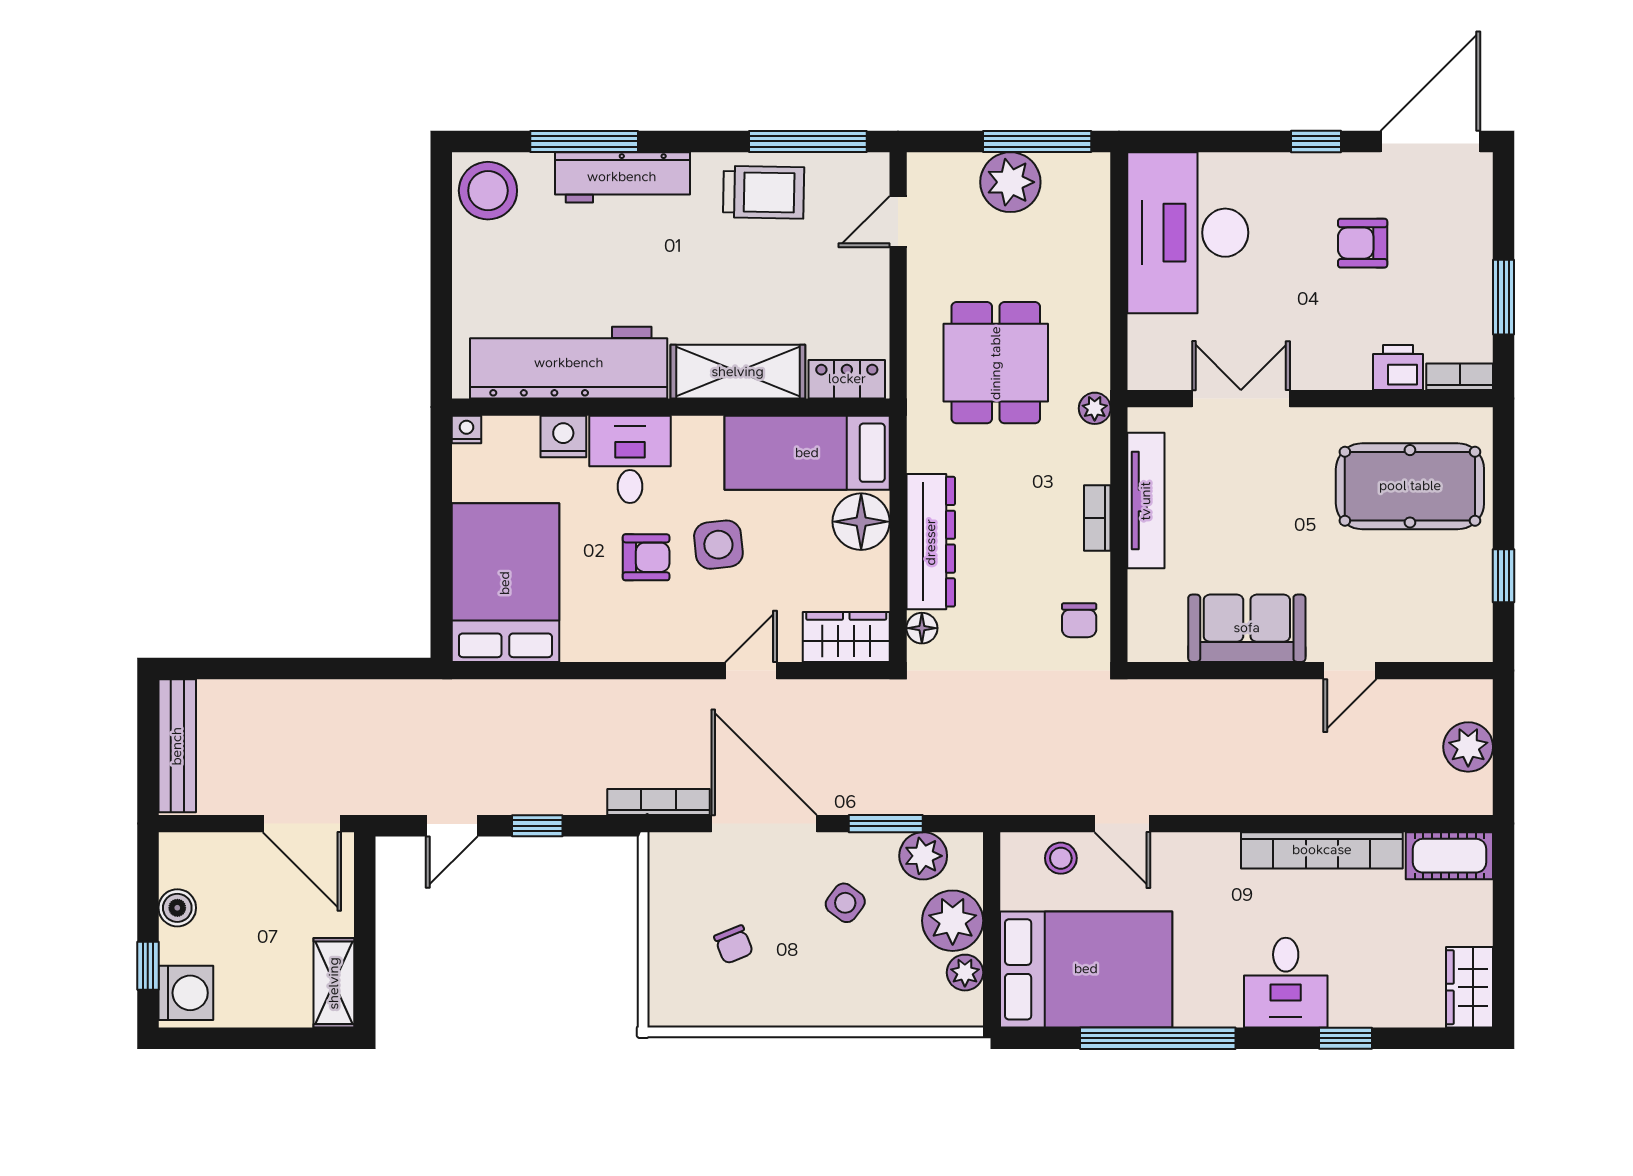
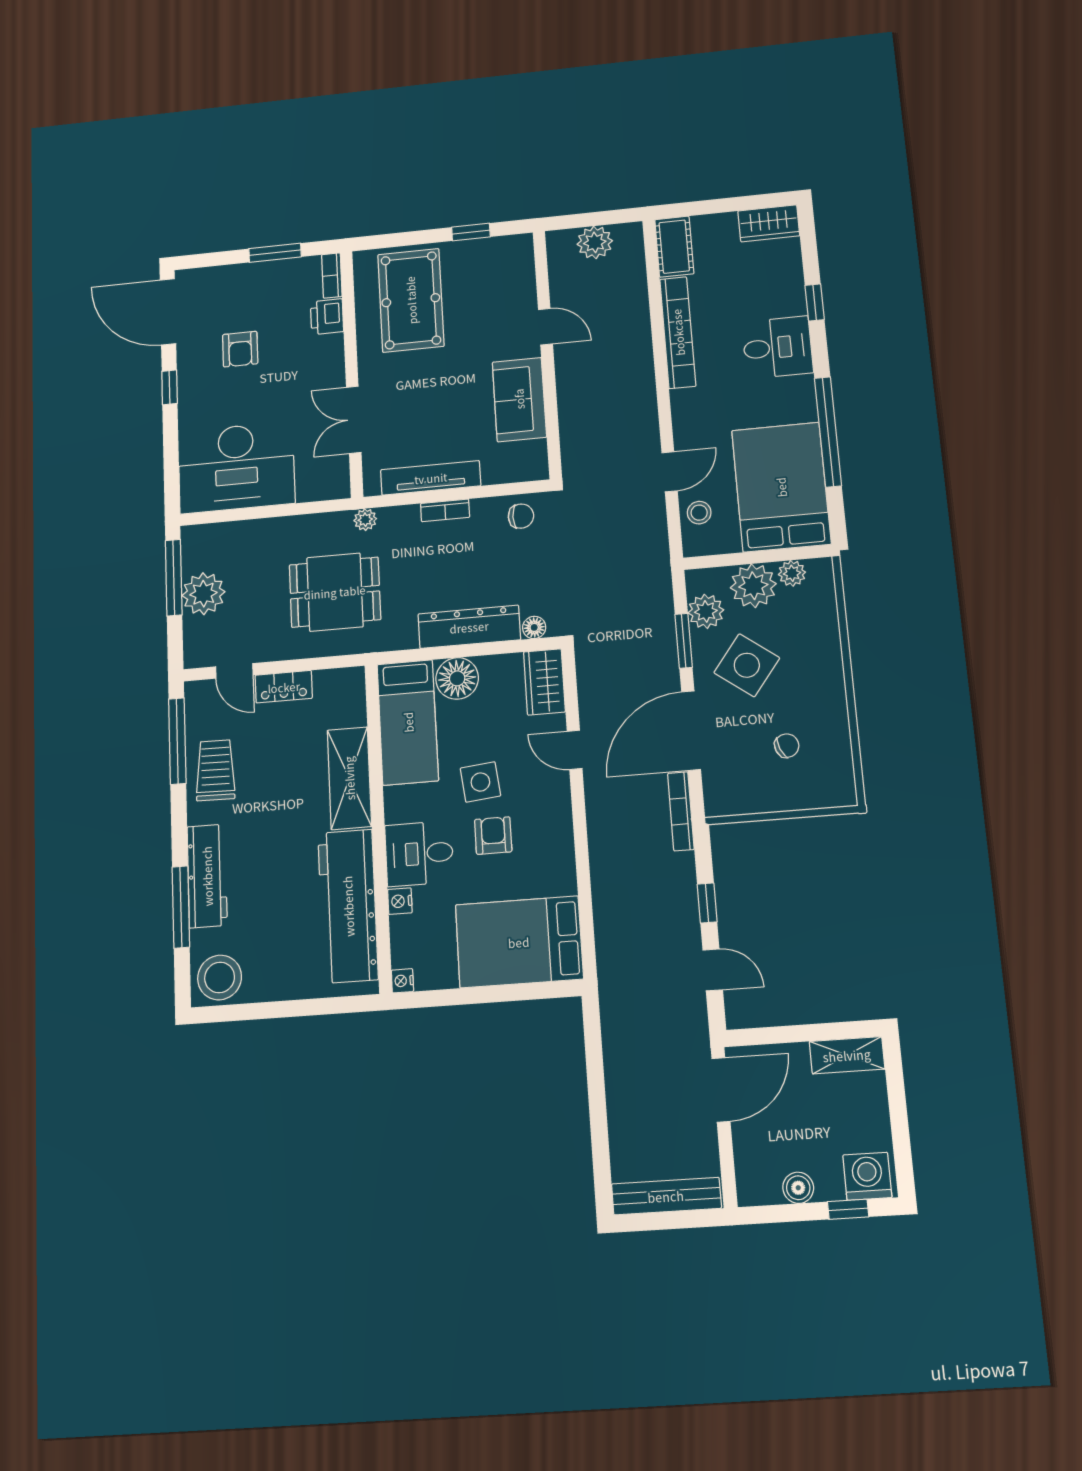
locker: (847, 379) -> (284, 687), moved, turned -90
nightstand: (563, 436) -> (400, 901), width x0.72, depth x0.74
side table: (845, 903) -> (747, 665), width x1.87, depth x1.87

